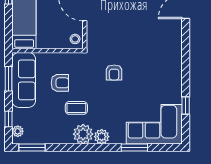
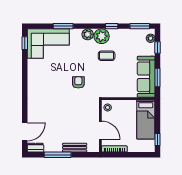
armchair: (60, 83) -> (119, 75), removed
window: (186, 105) -> (25, 43), moved
window: (70, 147) -> (112, 26), added

